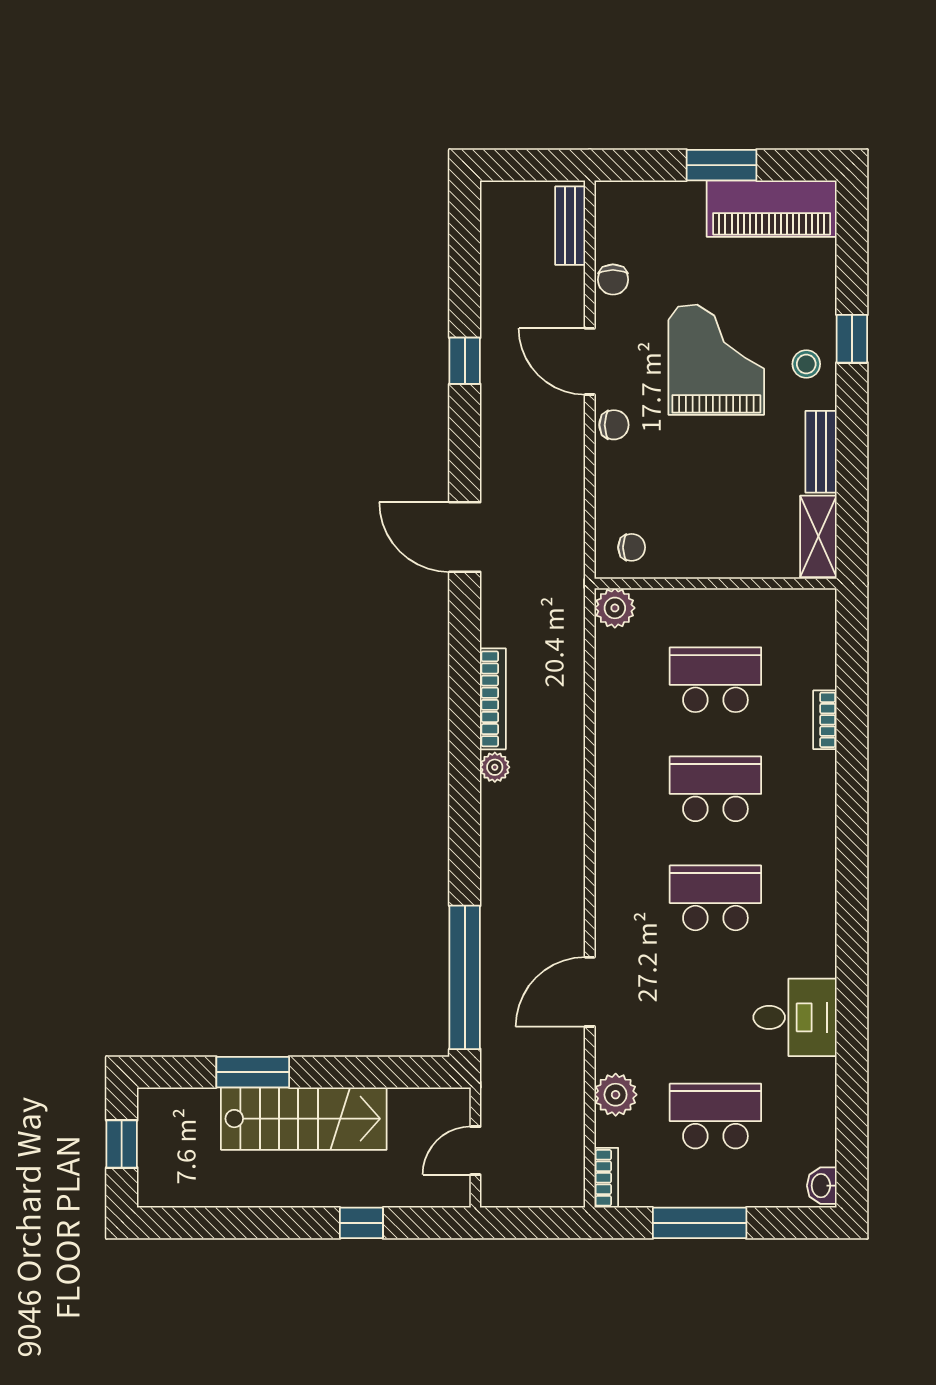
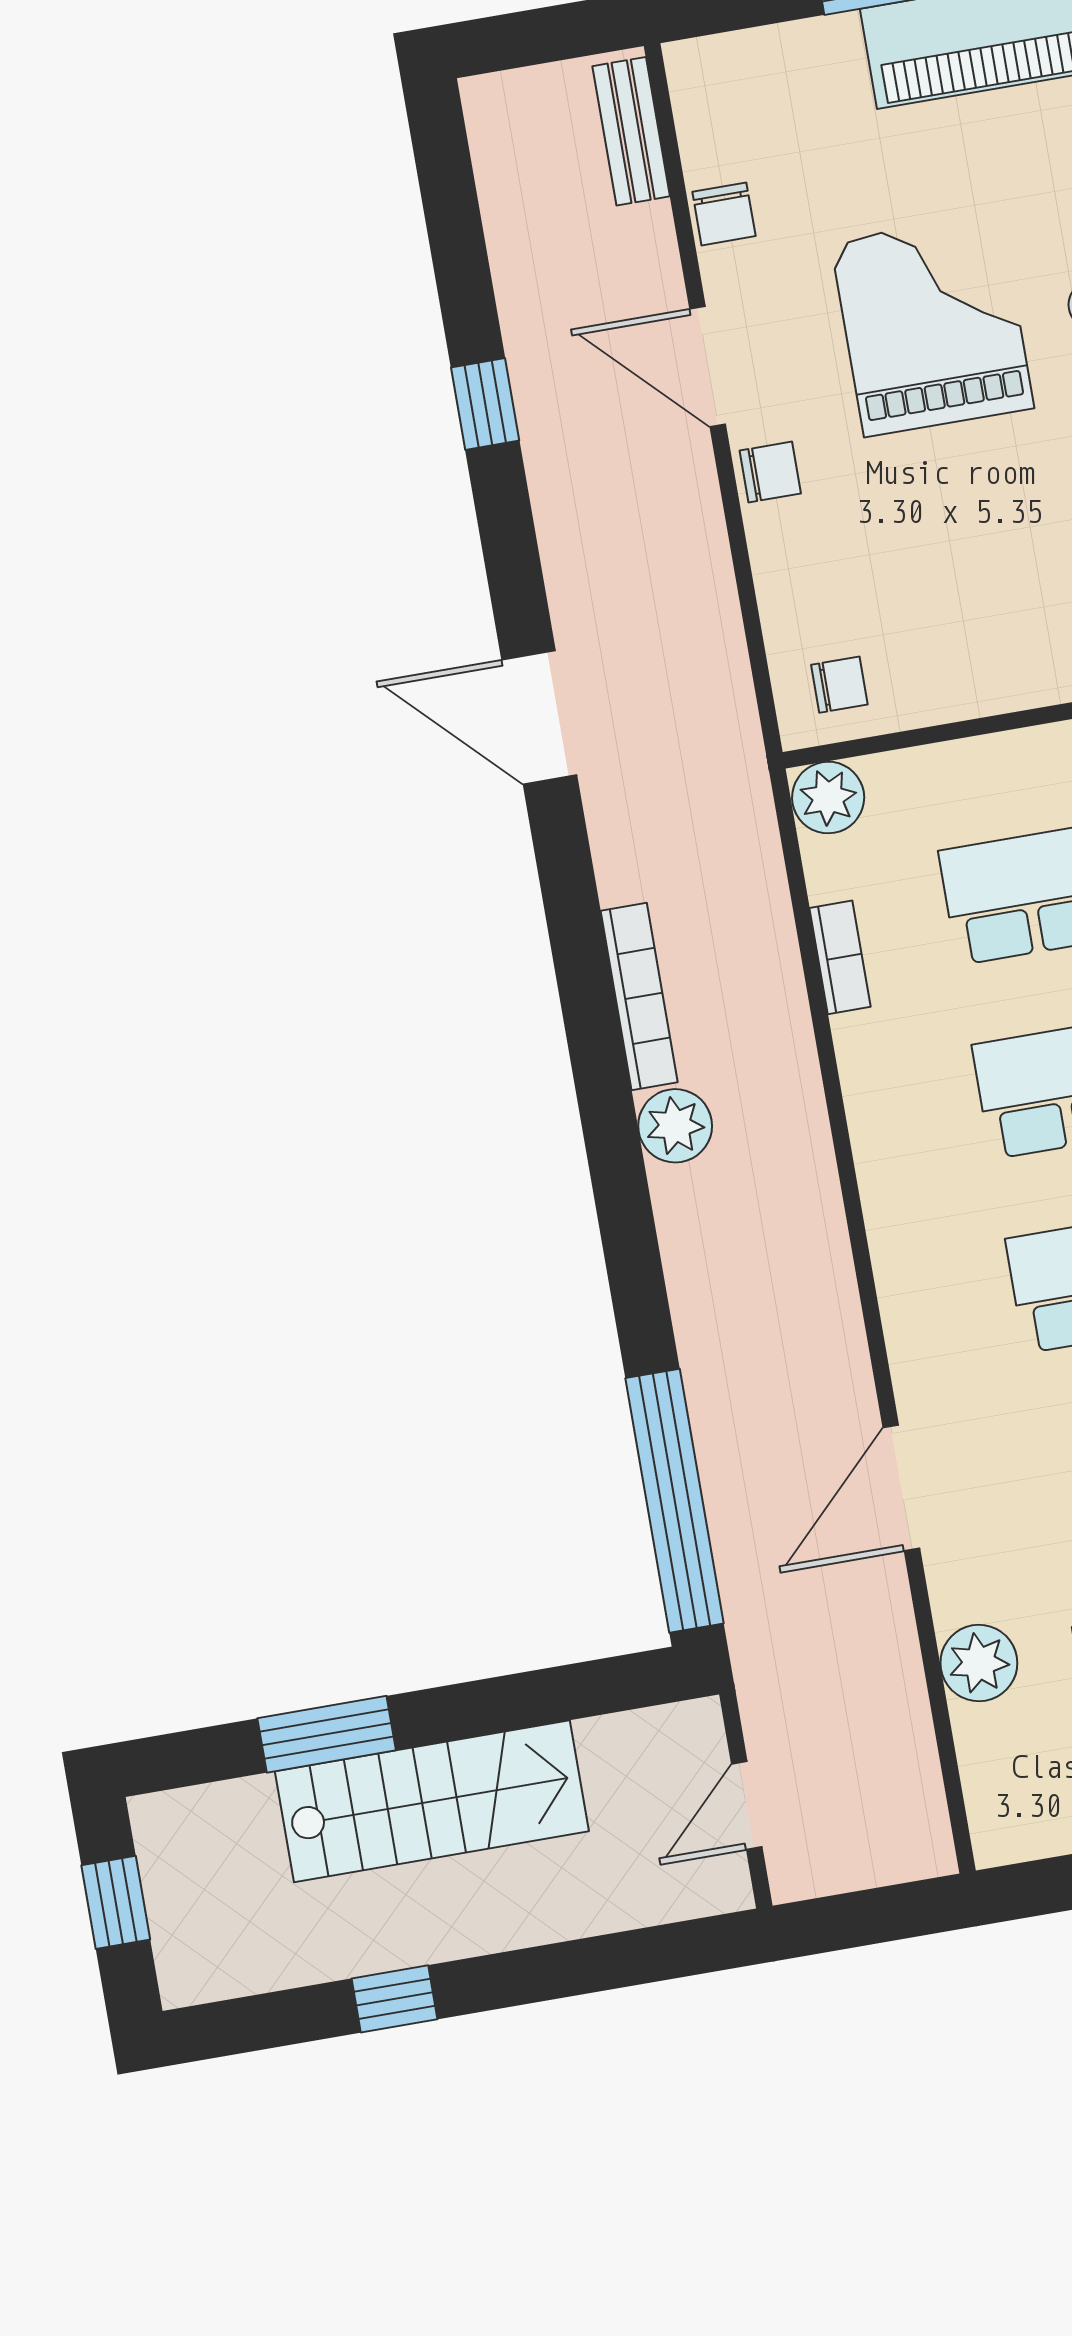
plant: (495, 767) -> (675, 1126), width x1.38, depth x1.38
bookcase: (606, 1178) -> (840, 957), moved
window: (361, 1223) -> (394, 1999), moved

